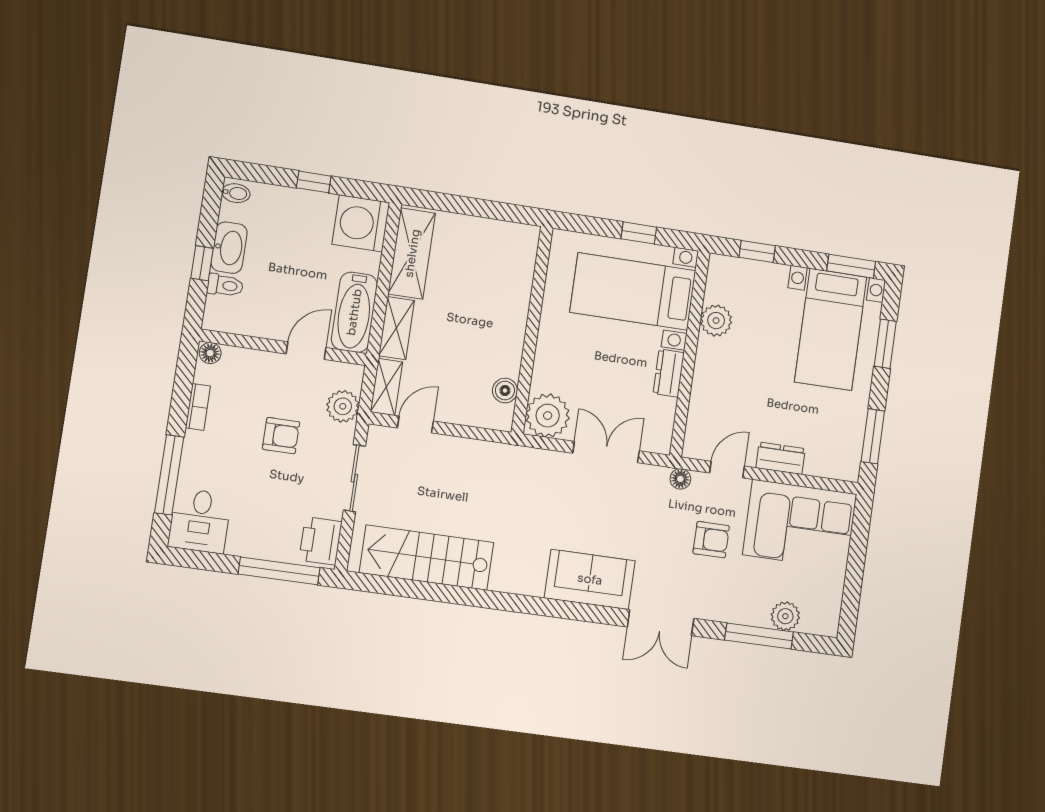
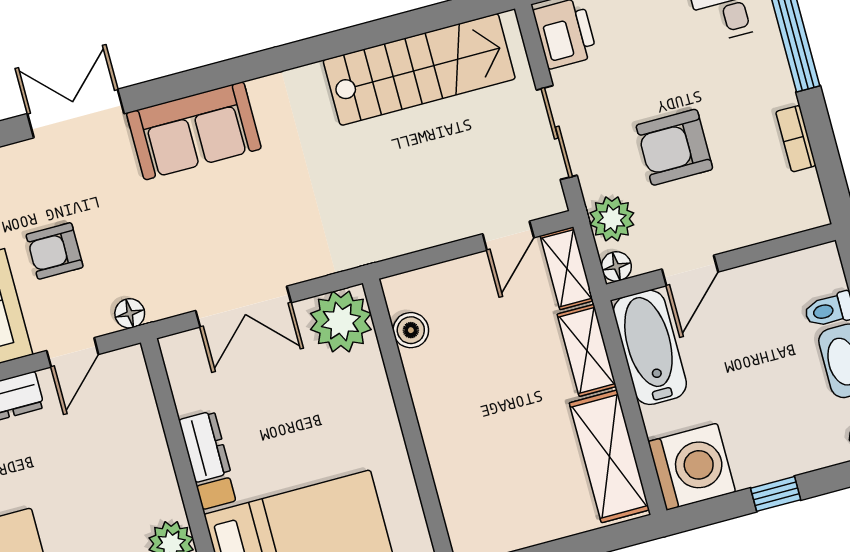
floor lamp: (210, 353) -> (616, 266), moved
armchair: (281, 436) -> (674, 147), width x1.38, depth x1.38

